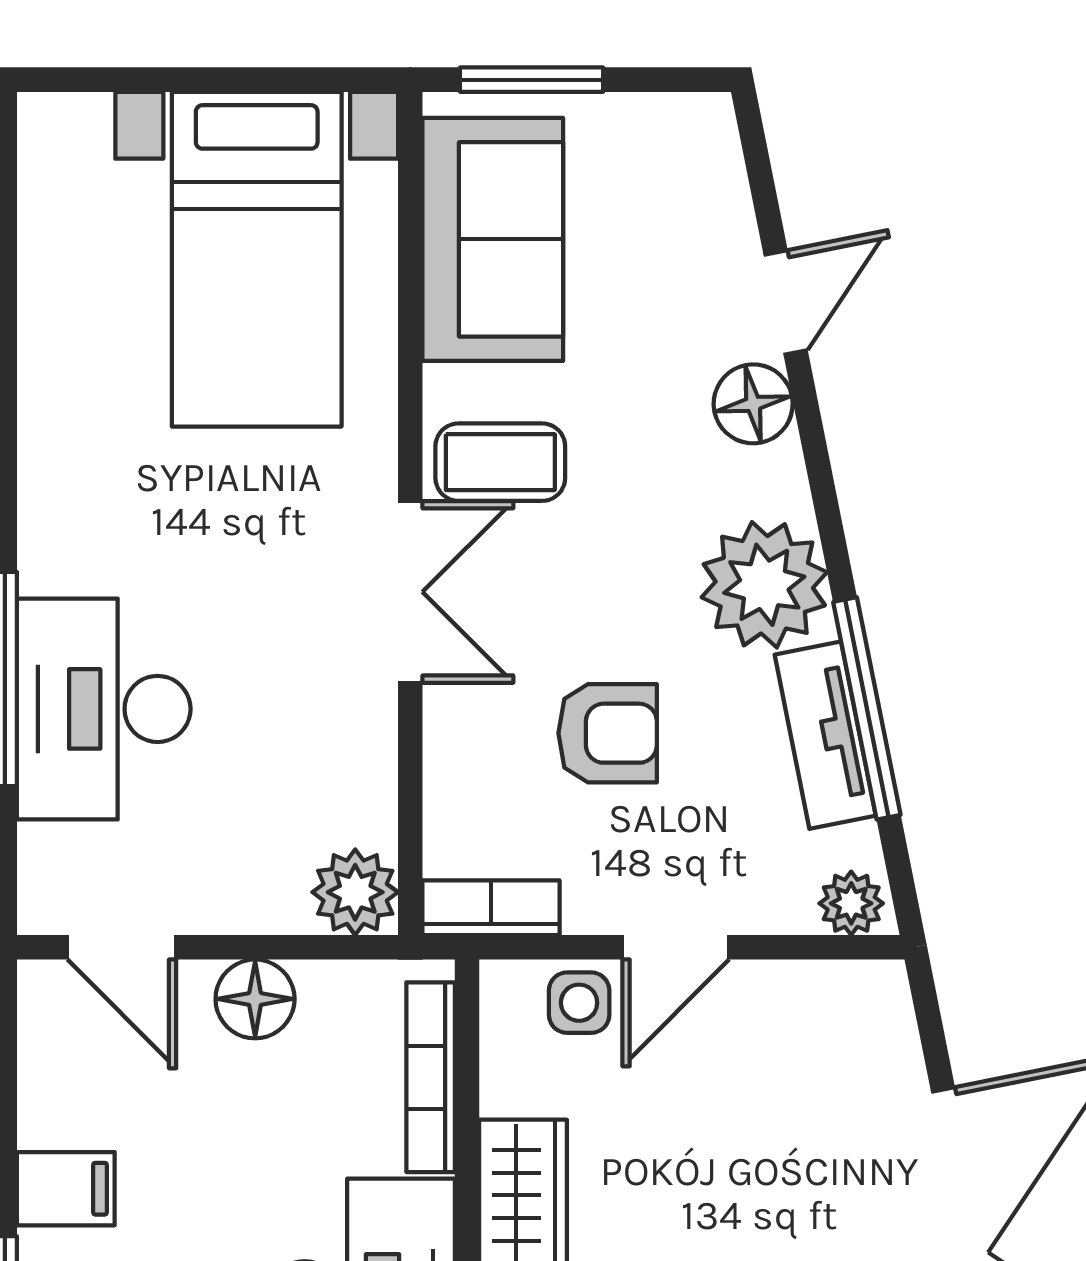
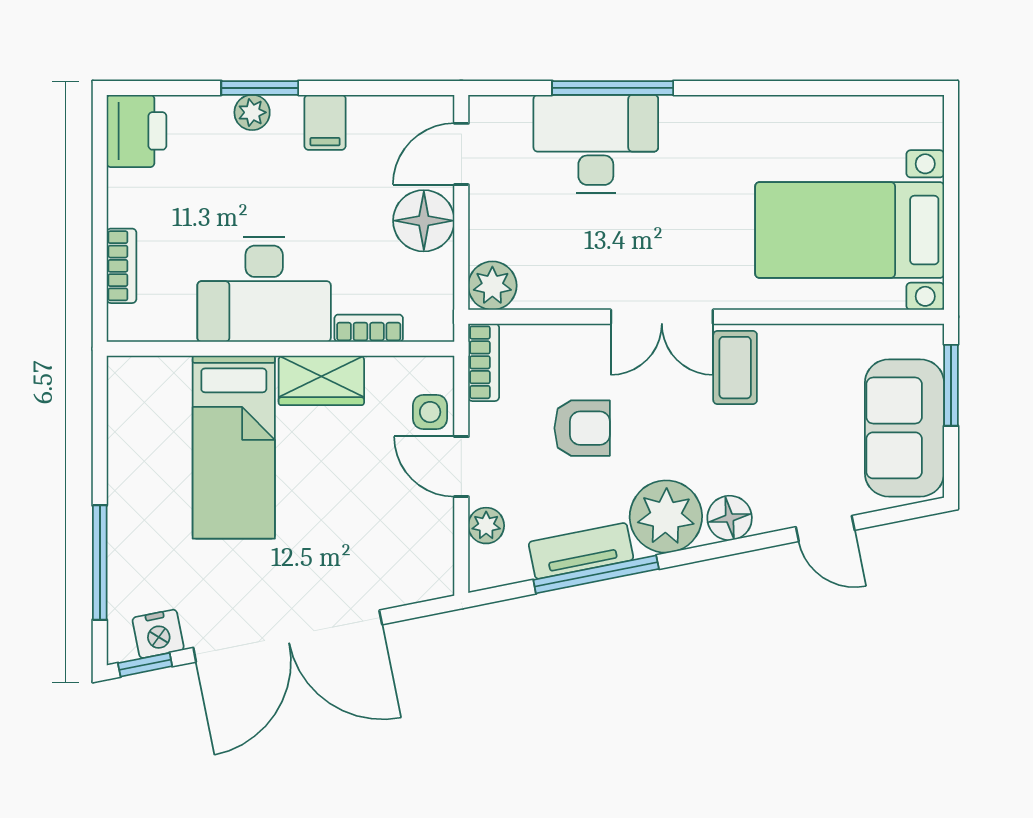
sofa: (493, 239) -> (904, 428), moved, turned 90
floor lamp: (753, 404) -> (730, 518), moved
armchair: (608, 733) -> (582, 428), turned -90
plant: (851, 903) -> (486, 526), moved
floor lamp: (255, 999) -> (424, 221), width x1.38, depth x1.38
bookcase: (431, 1077) -> (369, 328), width x0.64

